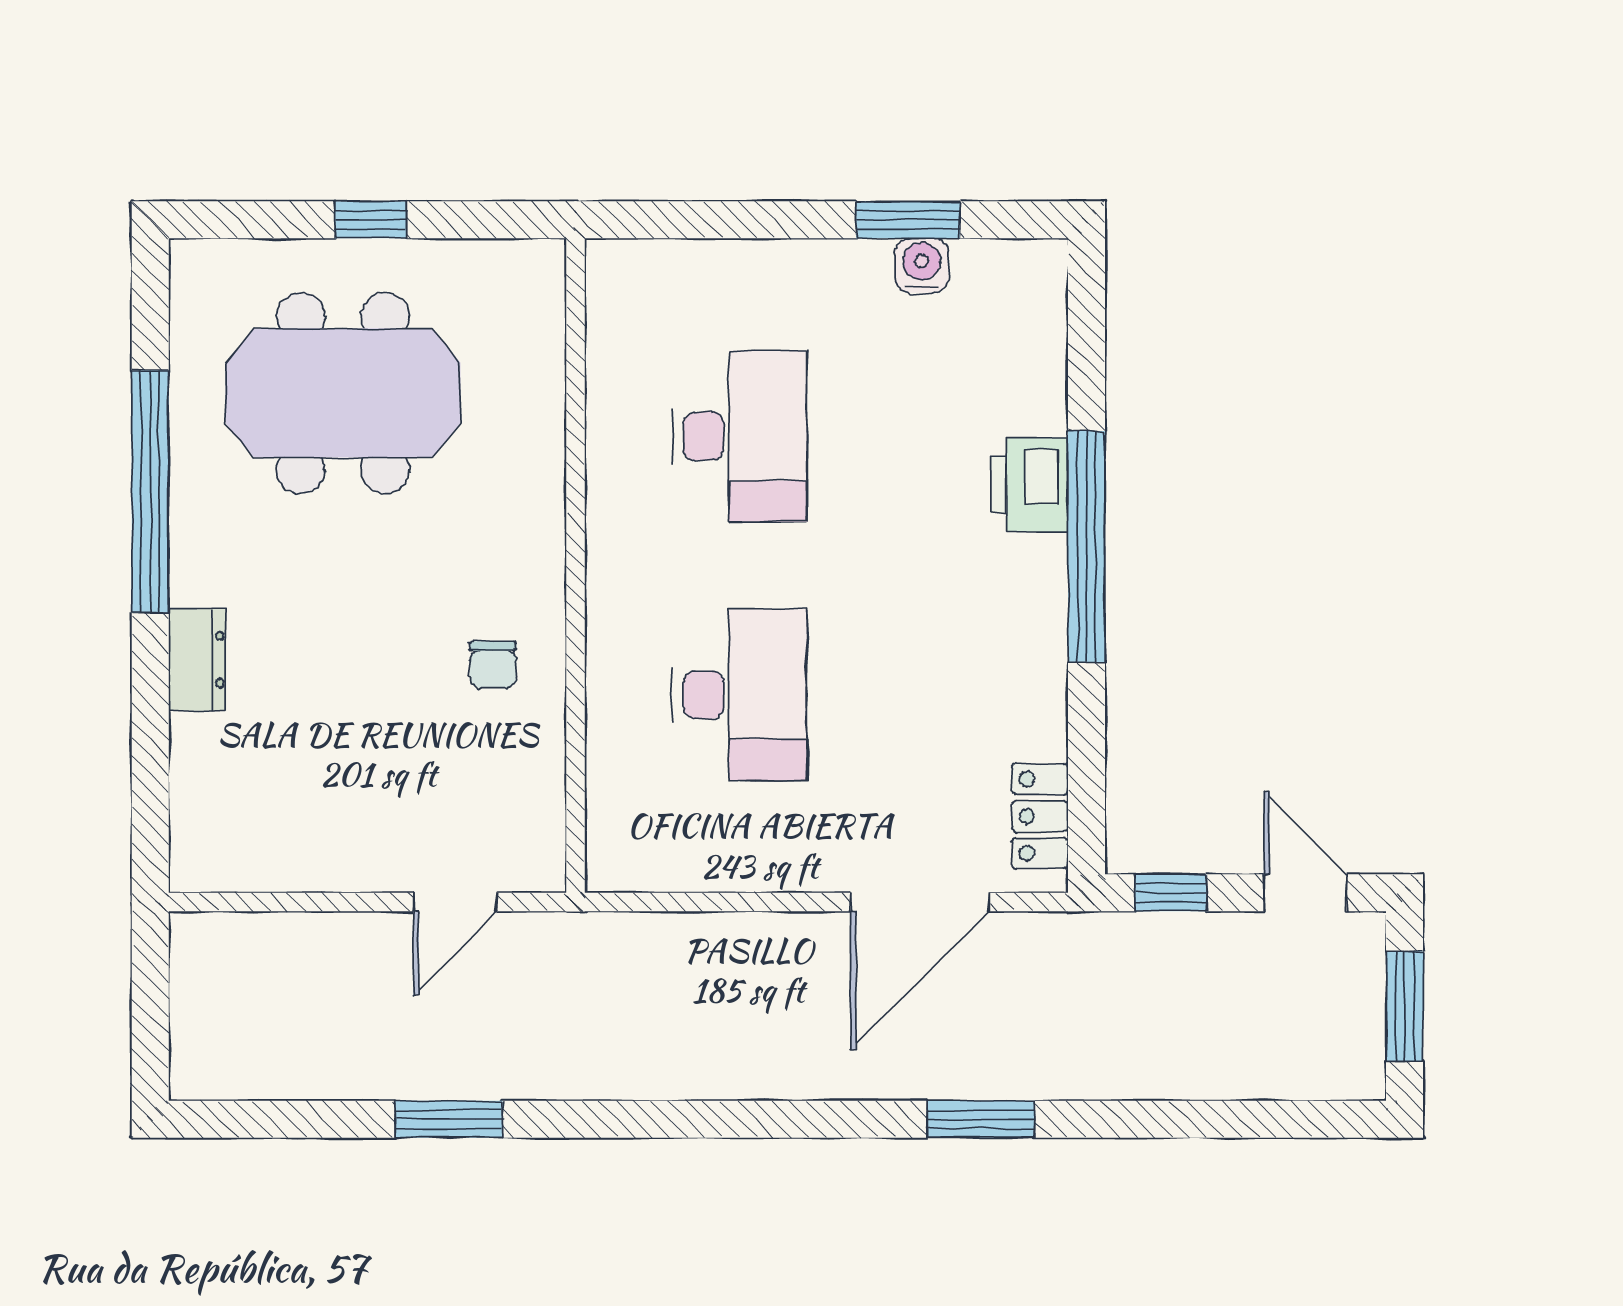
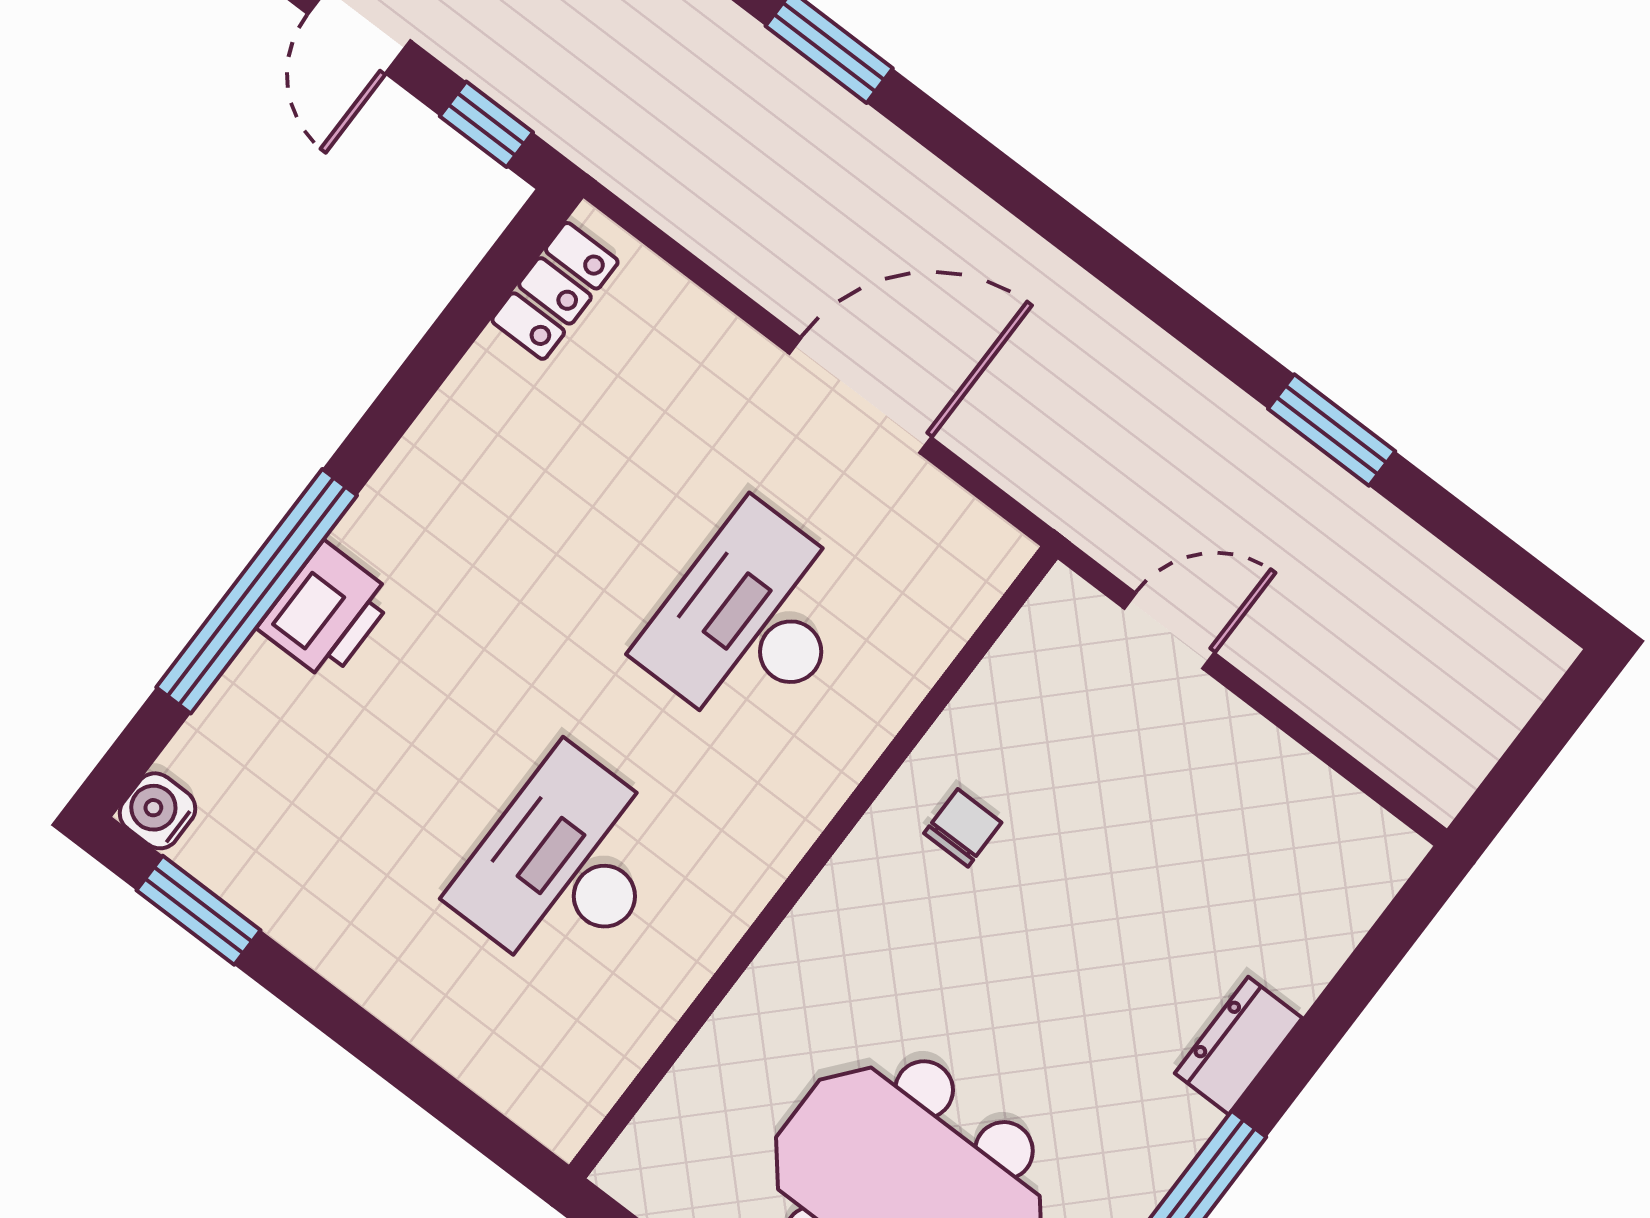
window: (908, 220) -> (199, 910), moved
water cooler: (922, 265) -> (158, 811), moved, turned 90
window: (1086, 547) -> (257, 591), moved
door: (920, 902) -> (860, 395), moved

